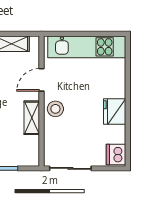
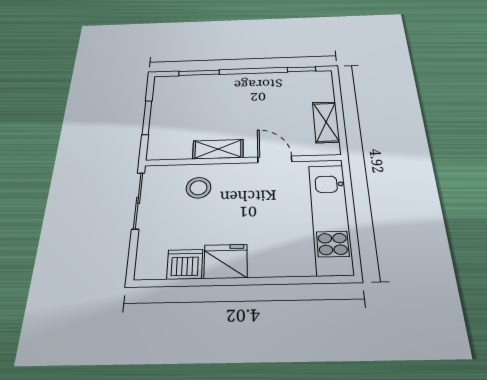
stool: (55, 109) -> (198, 188), moved
dishwasher: (116, 154) -> (185, 264), moved

